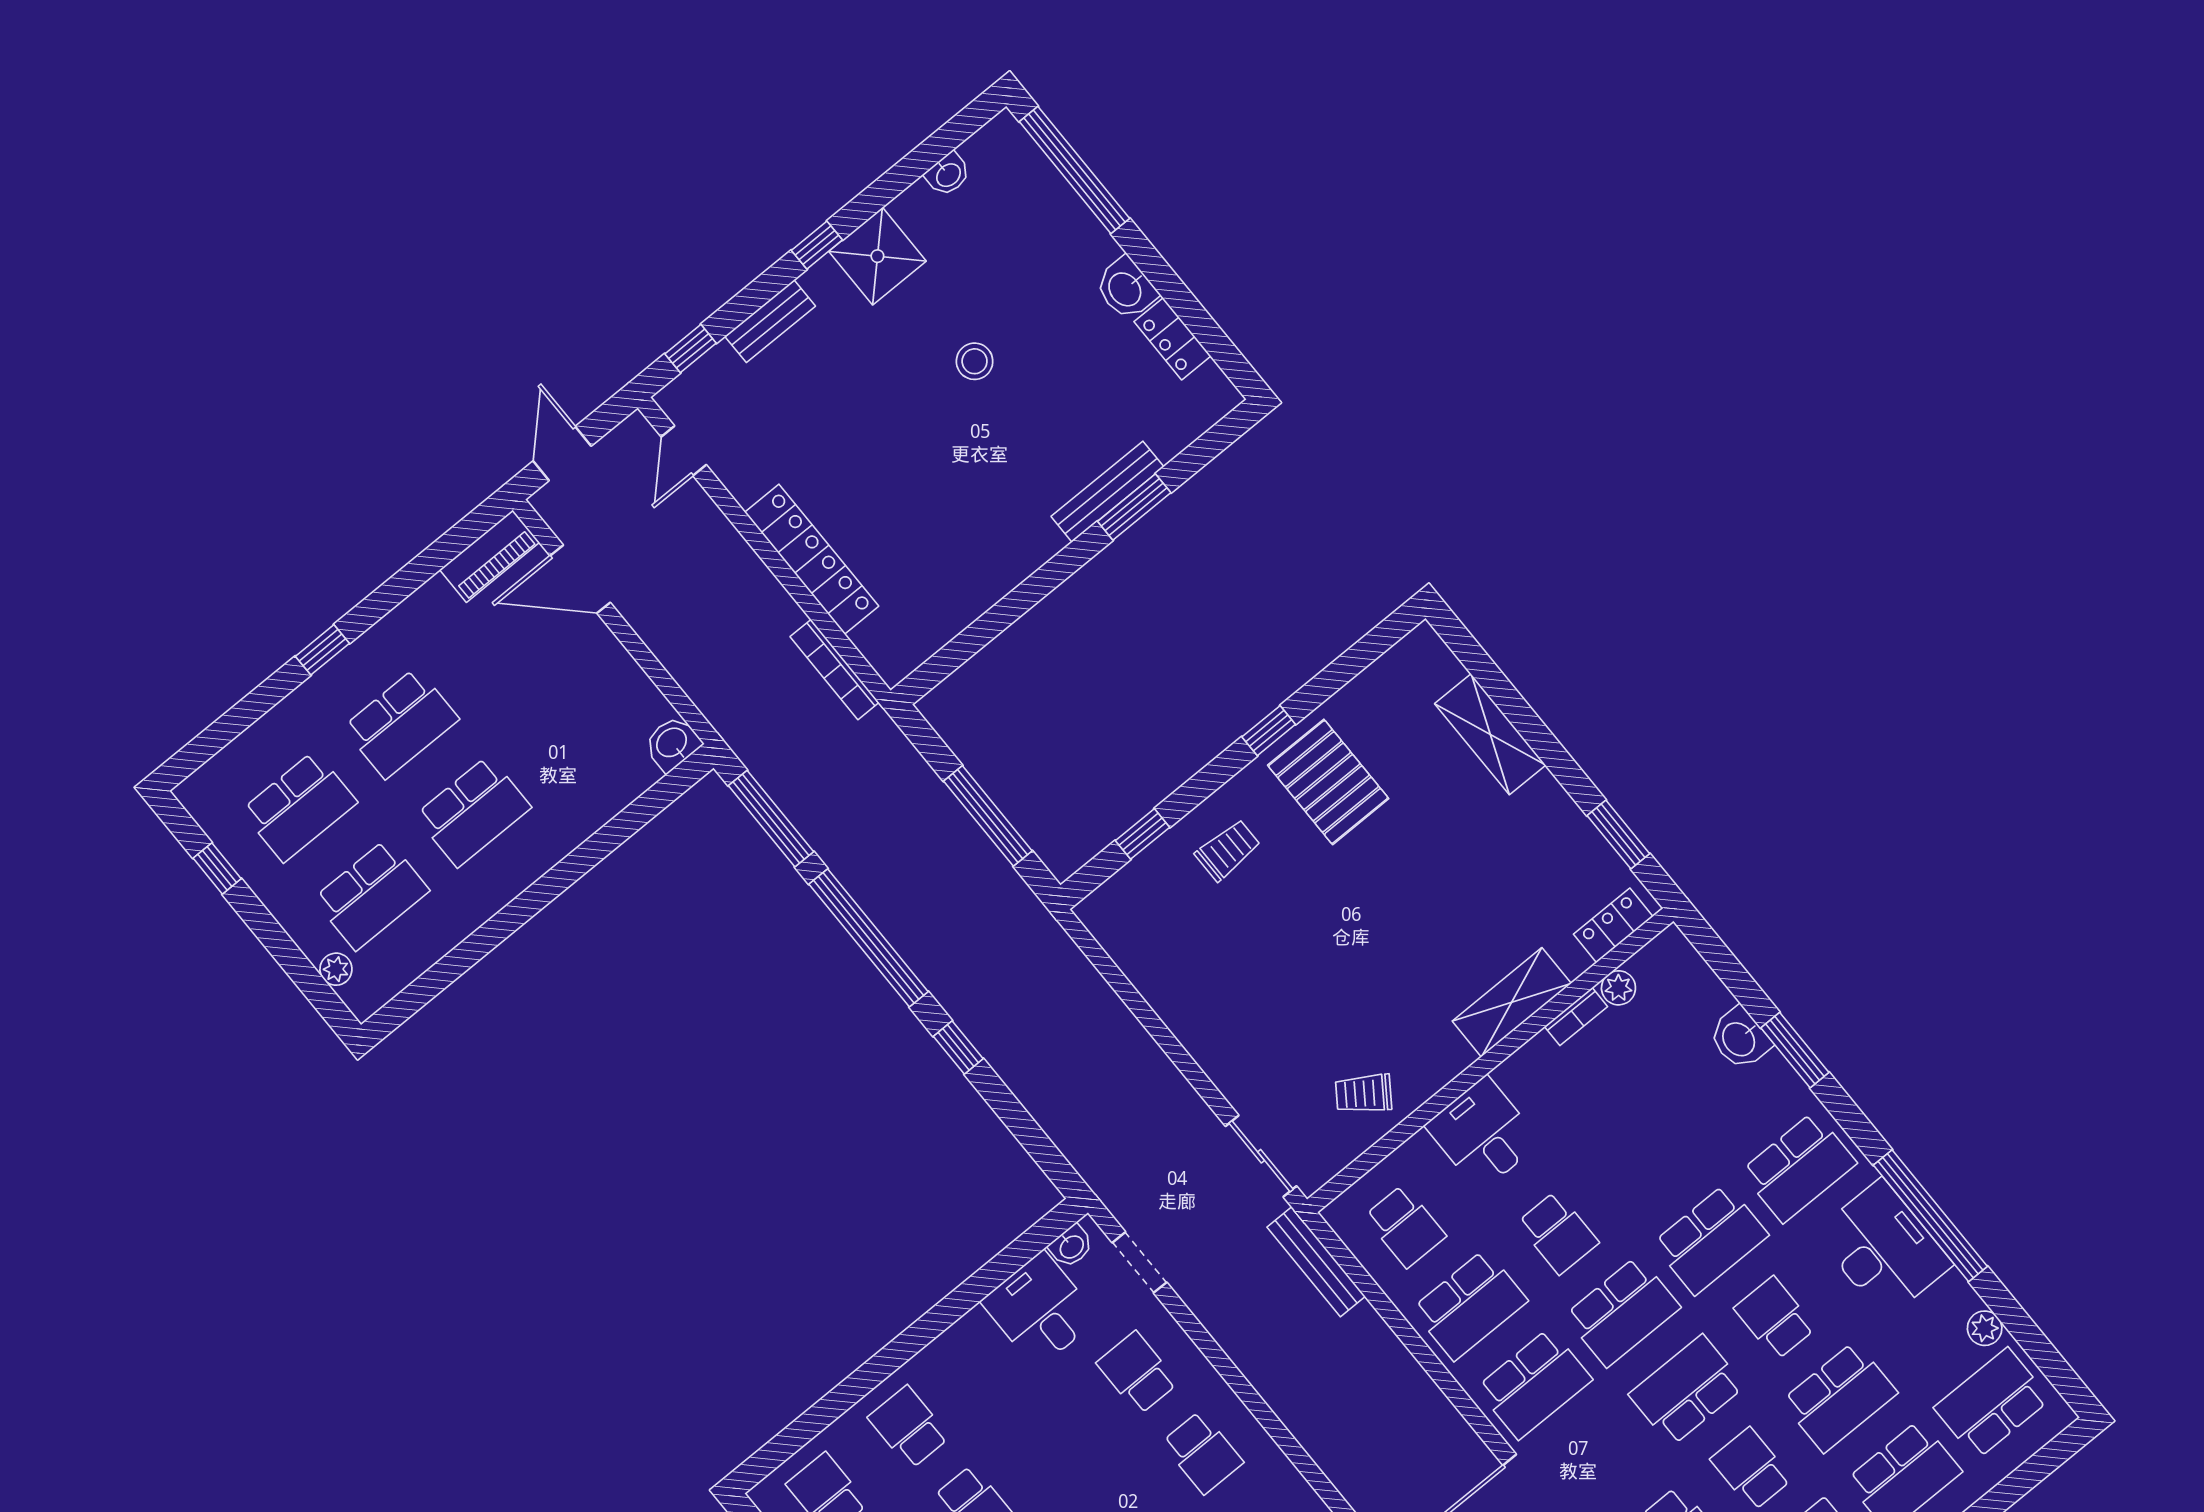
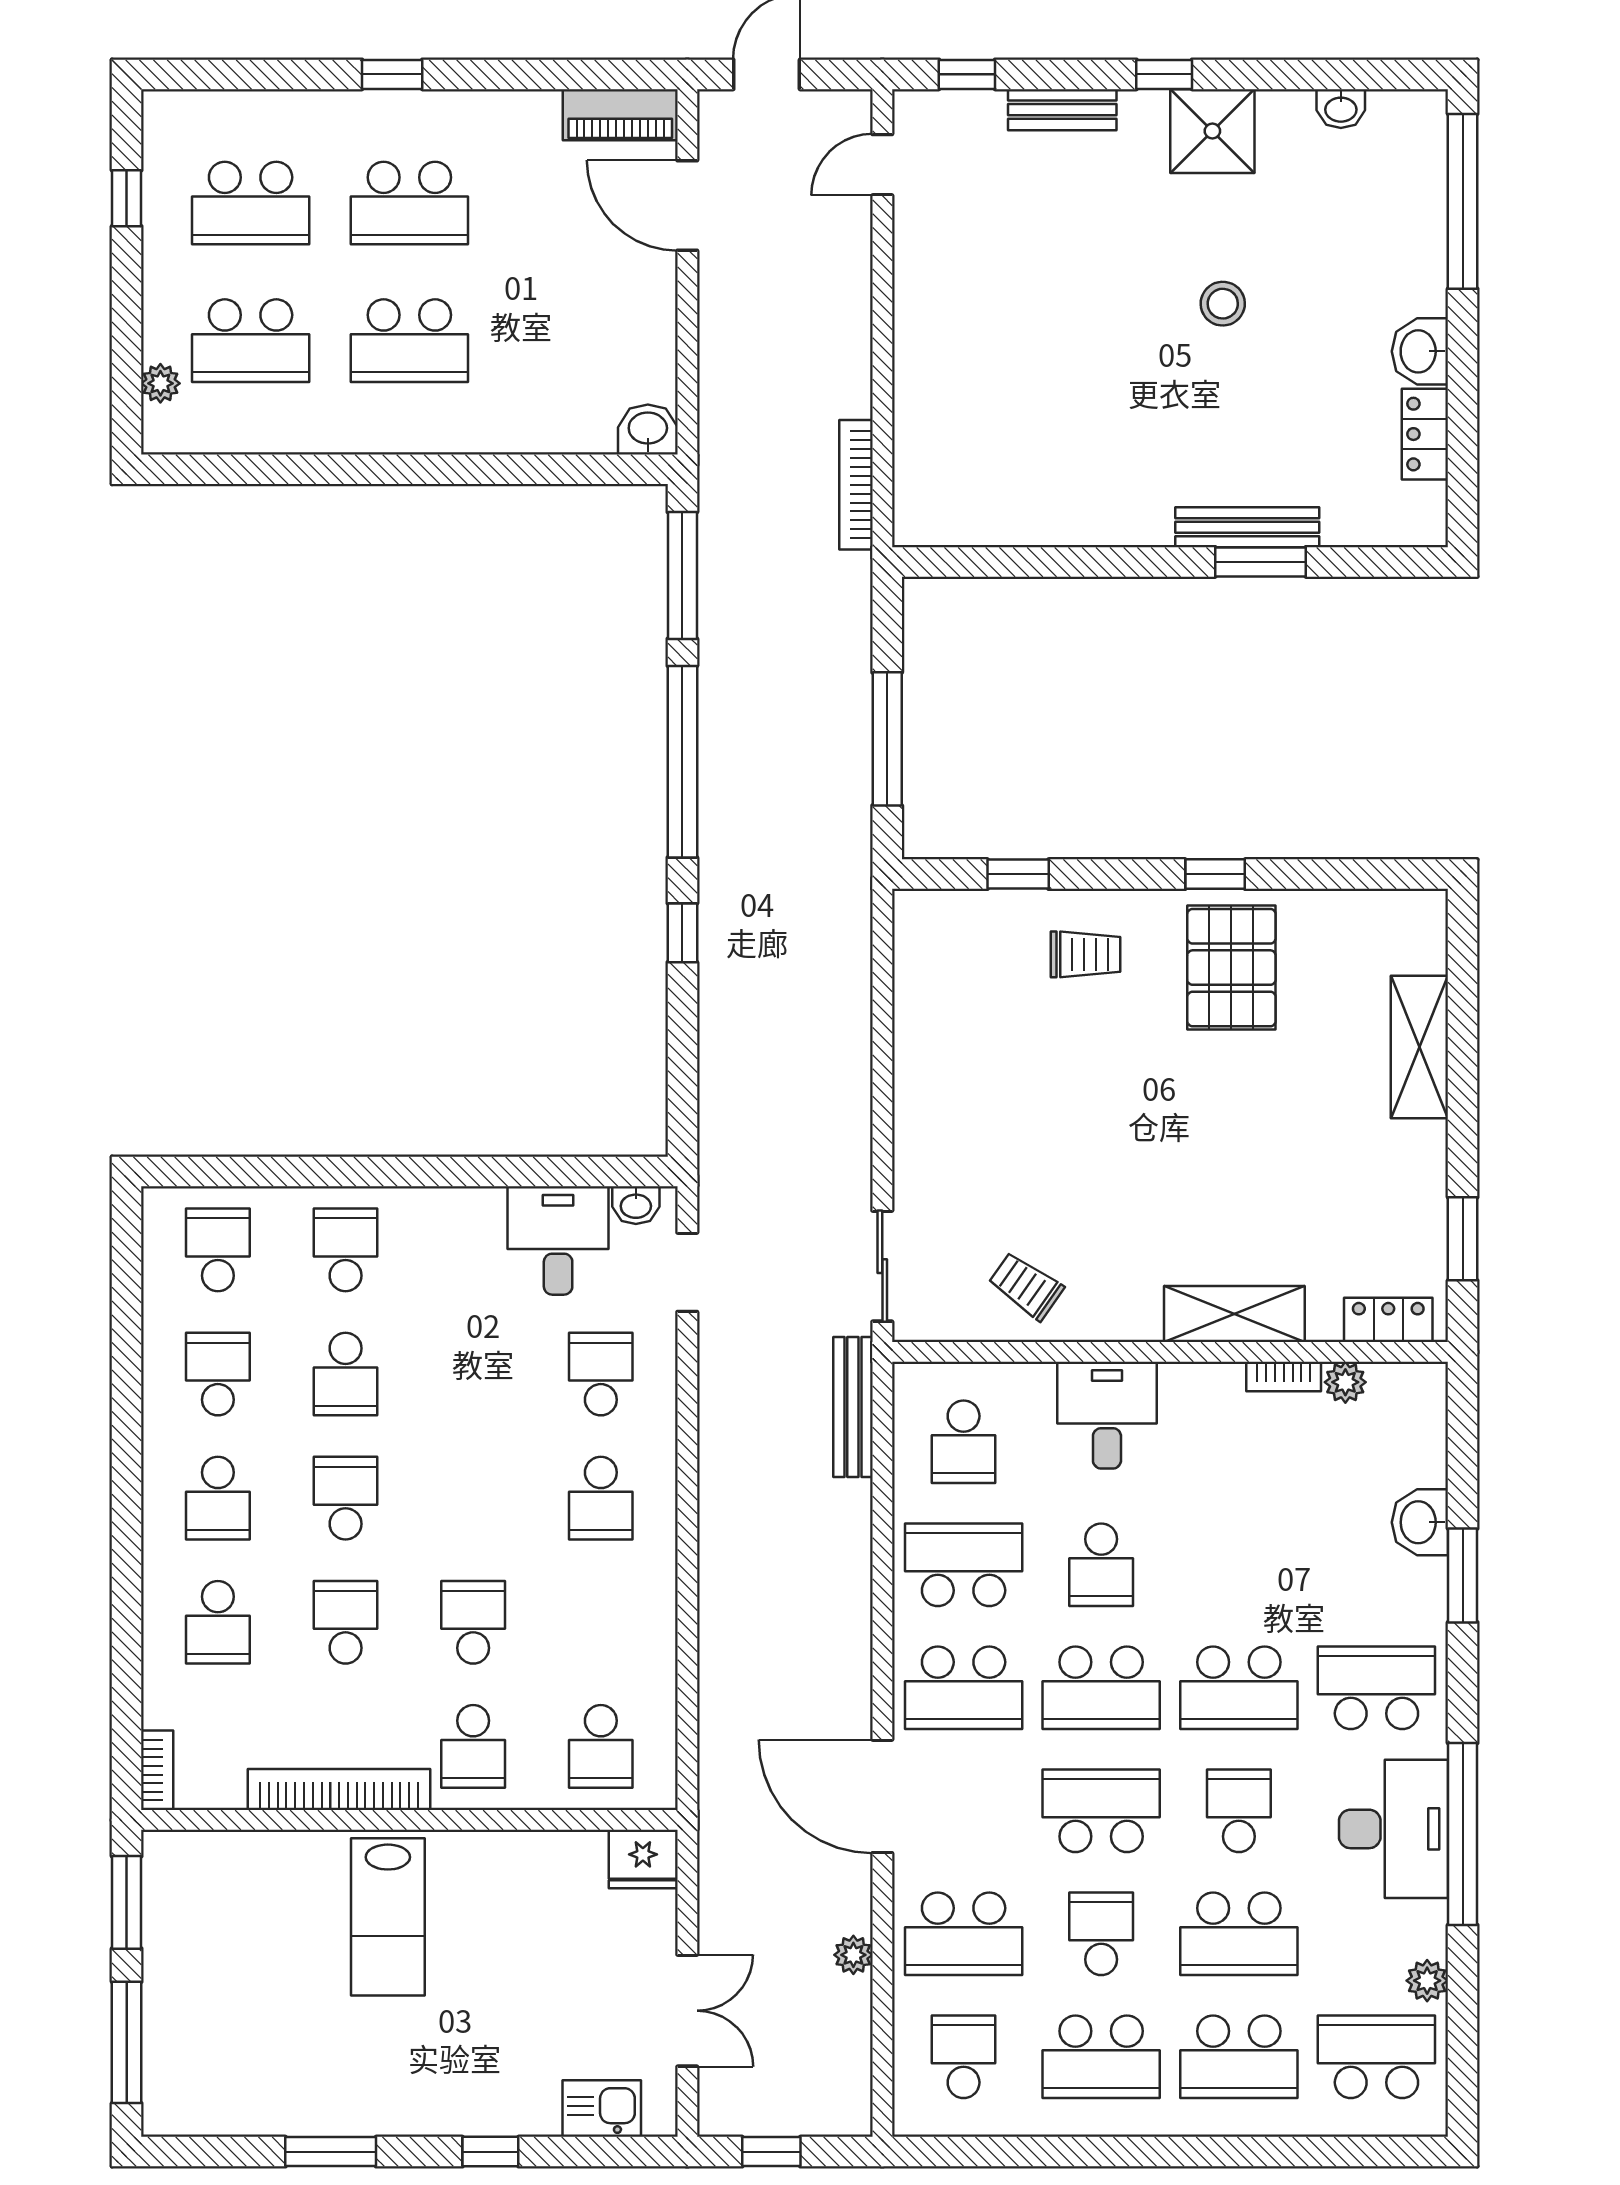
locker: (812, 559) -> (919, 364), removed
school desk: (1799, 1167) -> (1376, 1688), turned 180
school desk: (1470, 1305) -> (964, 1565), turned 180

